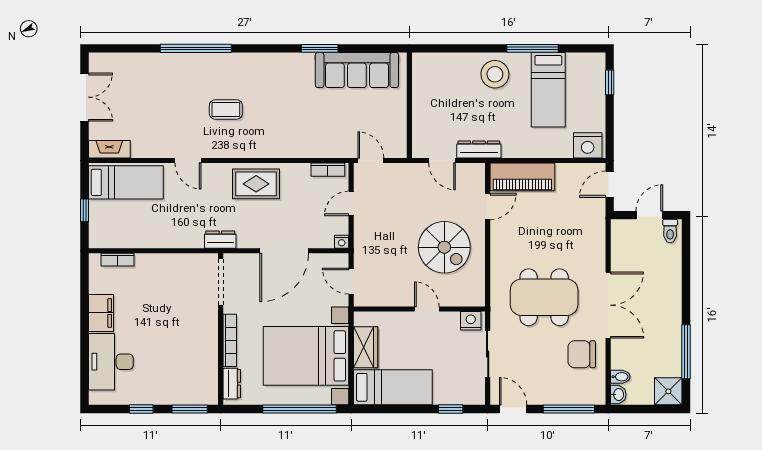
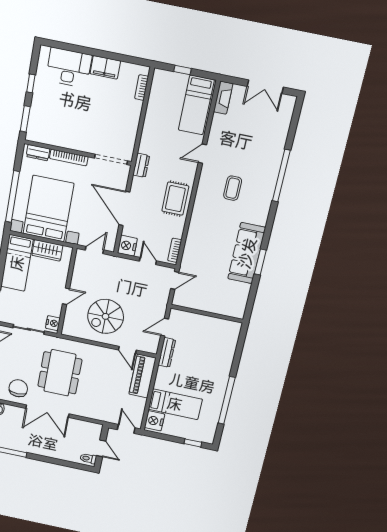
window: (533, 48) -> (227, 400), width x1.46
sofa: (357, 70) -> (247, 253), moved
stool: (495, 74) -> (215, 373), removed
bed: (548, 90) -> (175, 404), moved, turned 180
nightstand: (342, 242) -> (127, 246), width x1.89, depth x1.79

